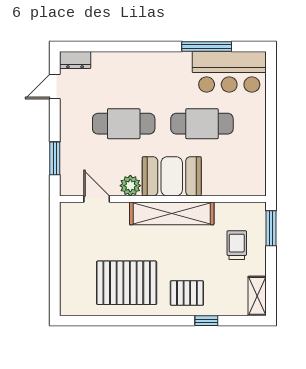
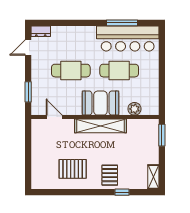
bar counter: (229, 72) -> (128, 38), width x1.36
plant: (130, 186) -> (134, 109), moved
trolley: (237, 245) -> (141, 146), removed
pallet: (127, 283) -> (73, 169), width x0.73, depth x0.71
pallet: (187, 293) -> (110, 175), turned 90

